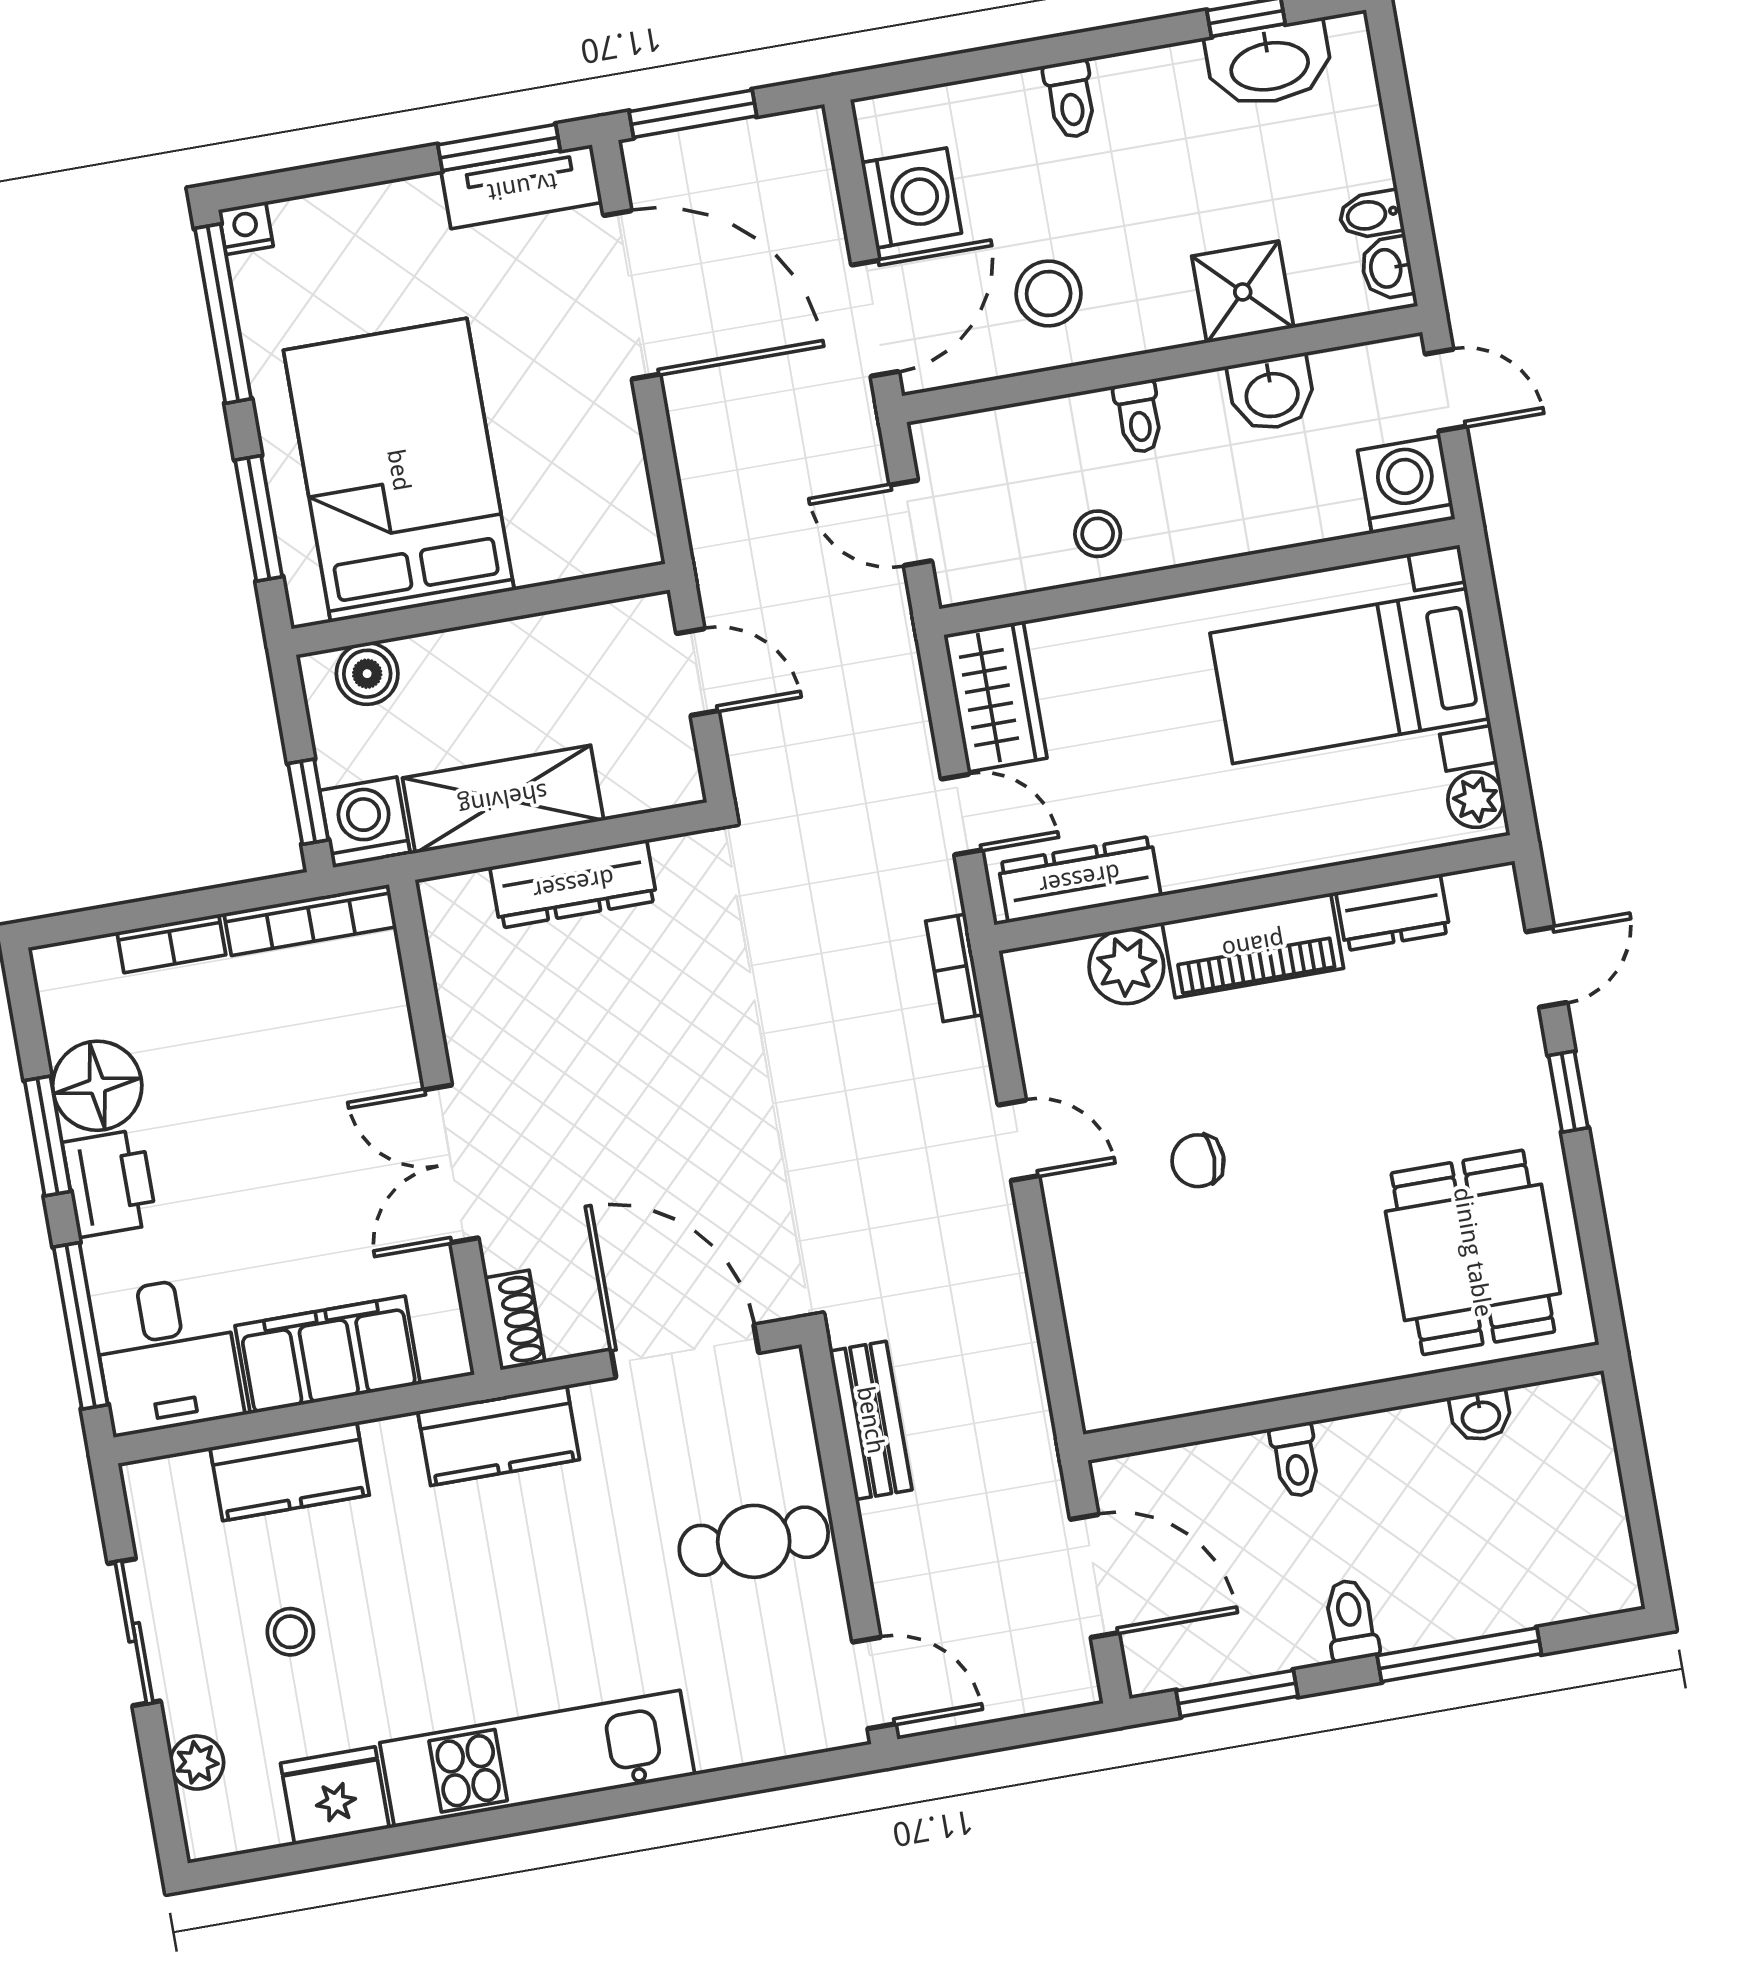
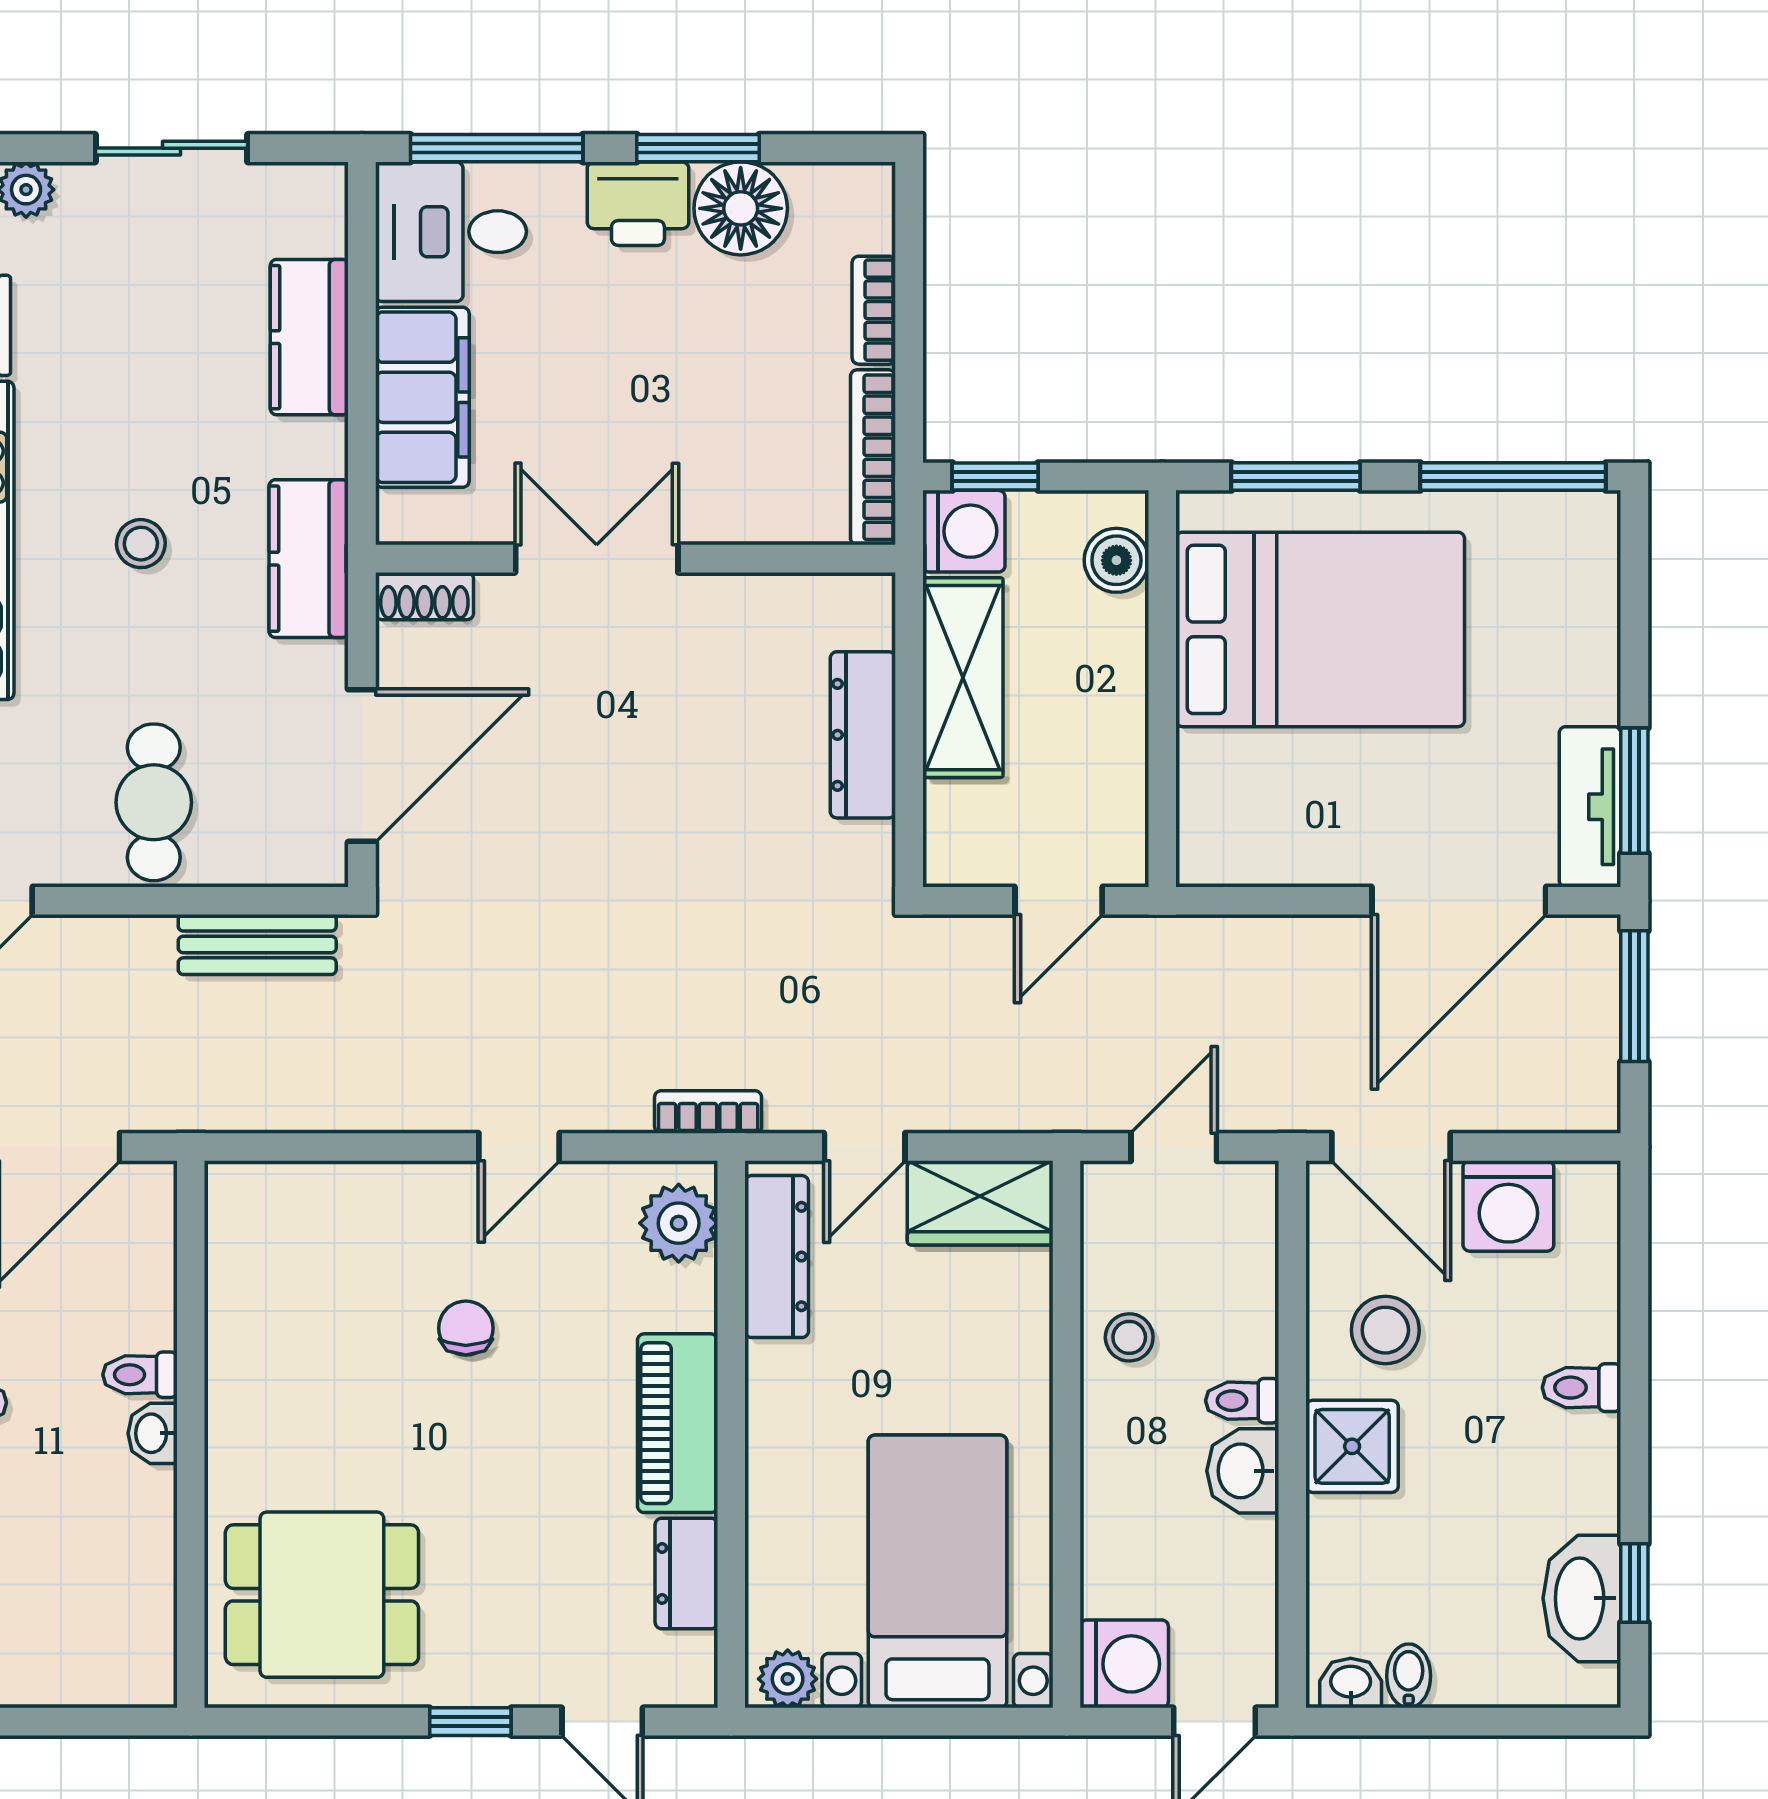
nightstand: (246, 228) -> (1597, 515), removed
shower: (1243, 292) -> (1352, 1446), moved
washbasin: (1272, 393) -> (1243, 1471), moved
plant: (1126, 966) -> (679, 1223), moved
washbasin: (1481, 1416) -> (153, 1433), moved
stool: (290, 1632) -> (141, 544), moved

